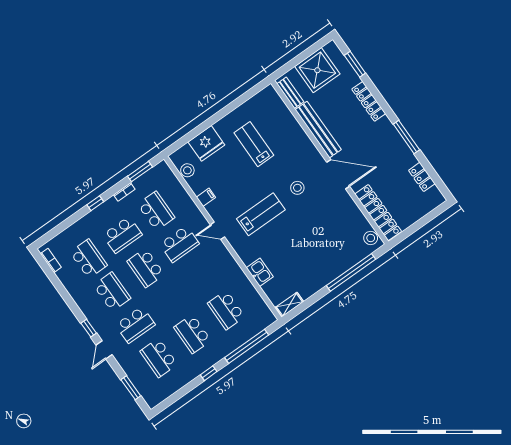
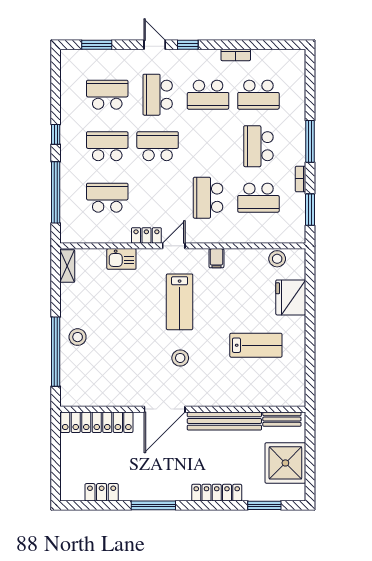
filing cabinet: (206, 197) -> (216, 258), moved
window: (95, 203) -> (310, 141), width x2.17
door: (218, 231) -> (174, 246), moved
stool: (371, 238) -> (78, 337), moved
bookcase: (51, 261) -> (236, 55), moved
locker: (233, 267) -> (146, 235), added
school desk: (146, 268) -> (158, 146), moved

